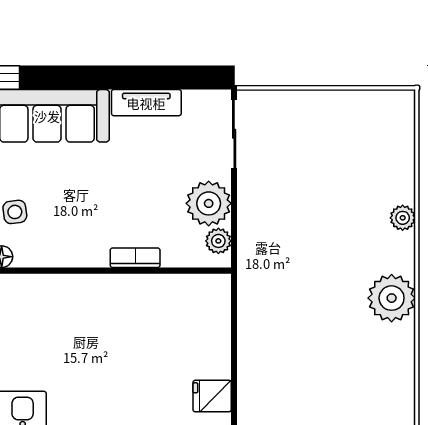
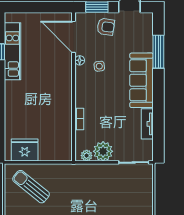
sun lounger: (289, 367) -> (31, 187), added
fridge: (212, 396) -> (25, 150), width x1.88, depth x1.34

